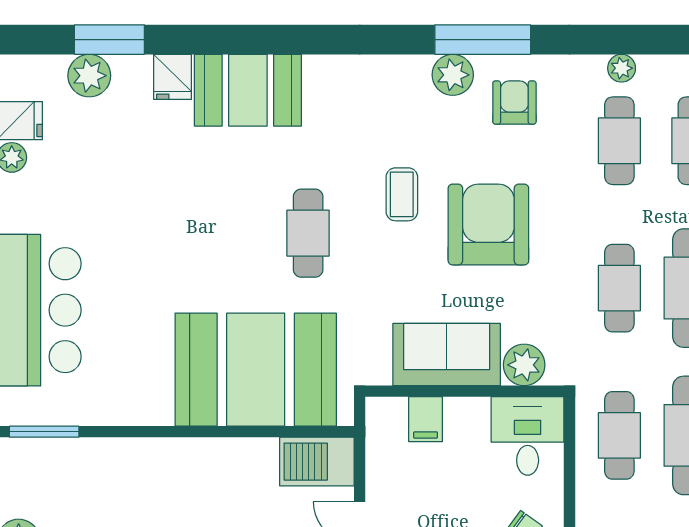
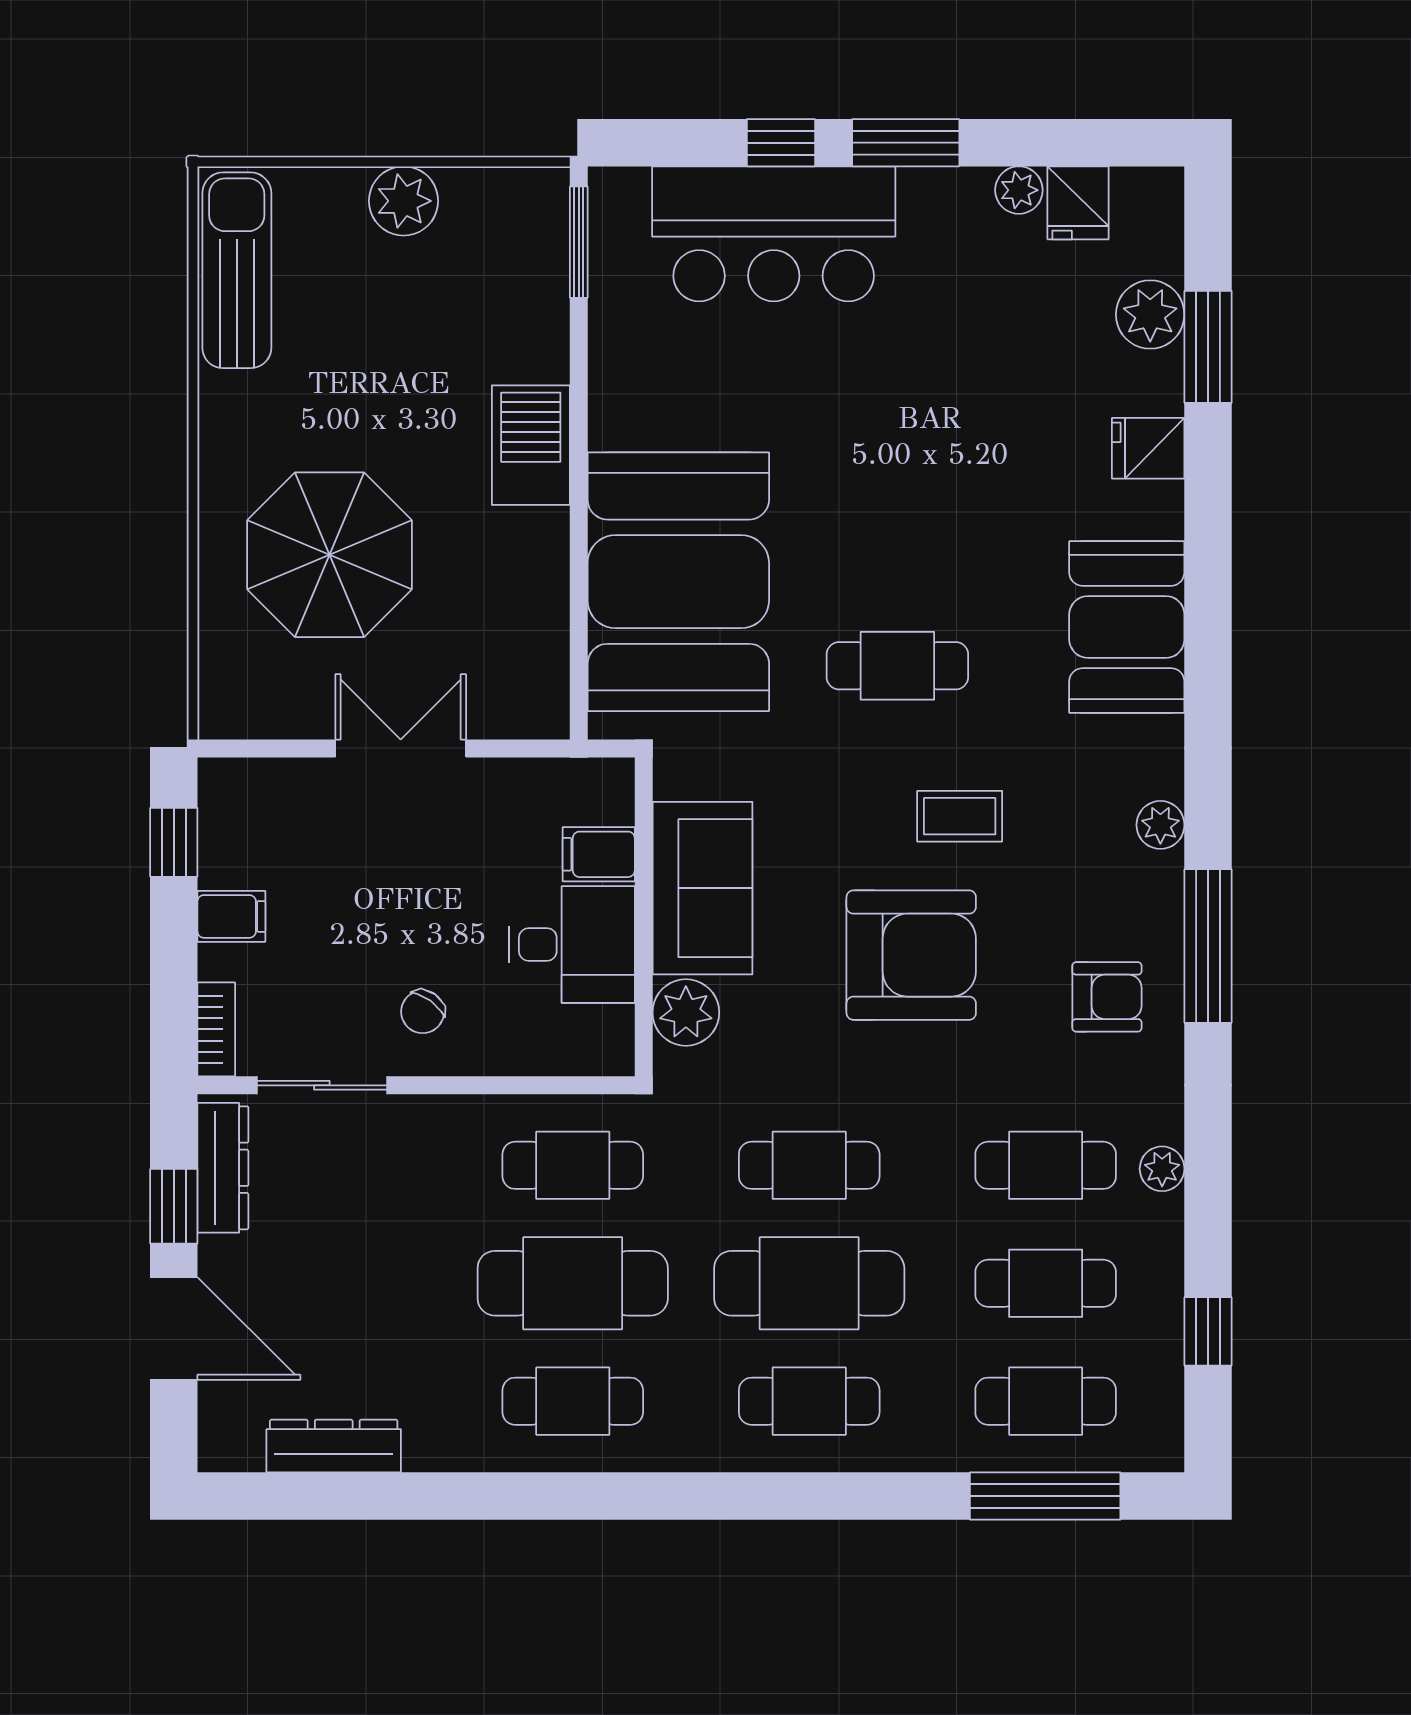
plant: (453, 75) -> (1160, 825), moved, width x0.73, depth x0.73
booth: (248, 90) -> (1127, 627), moved
desk: (528, 436) -> (572, 944), moved
barbecue: (317, 462) -> (531, 445), moved

